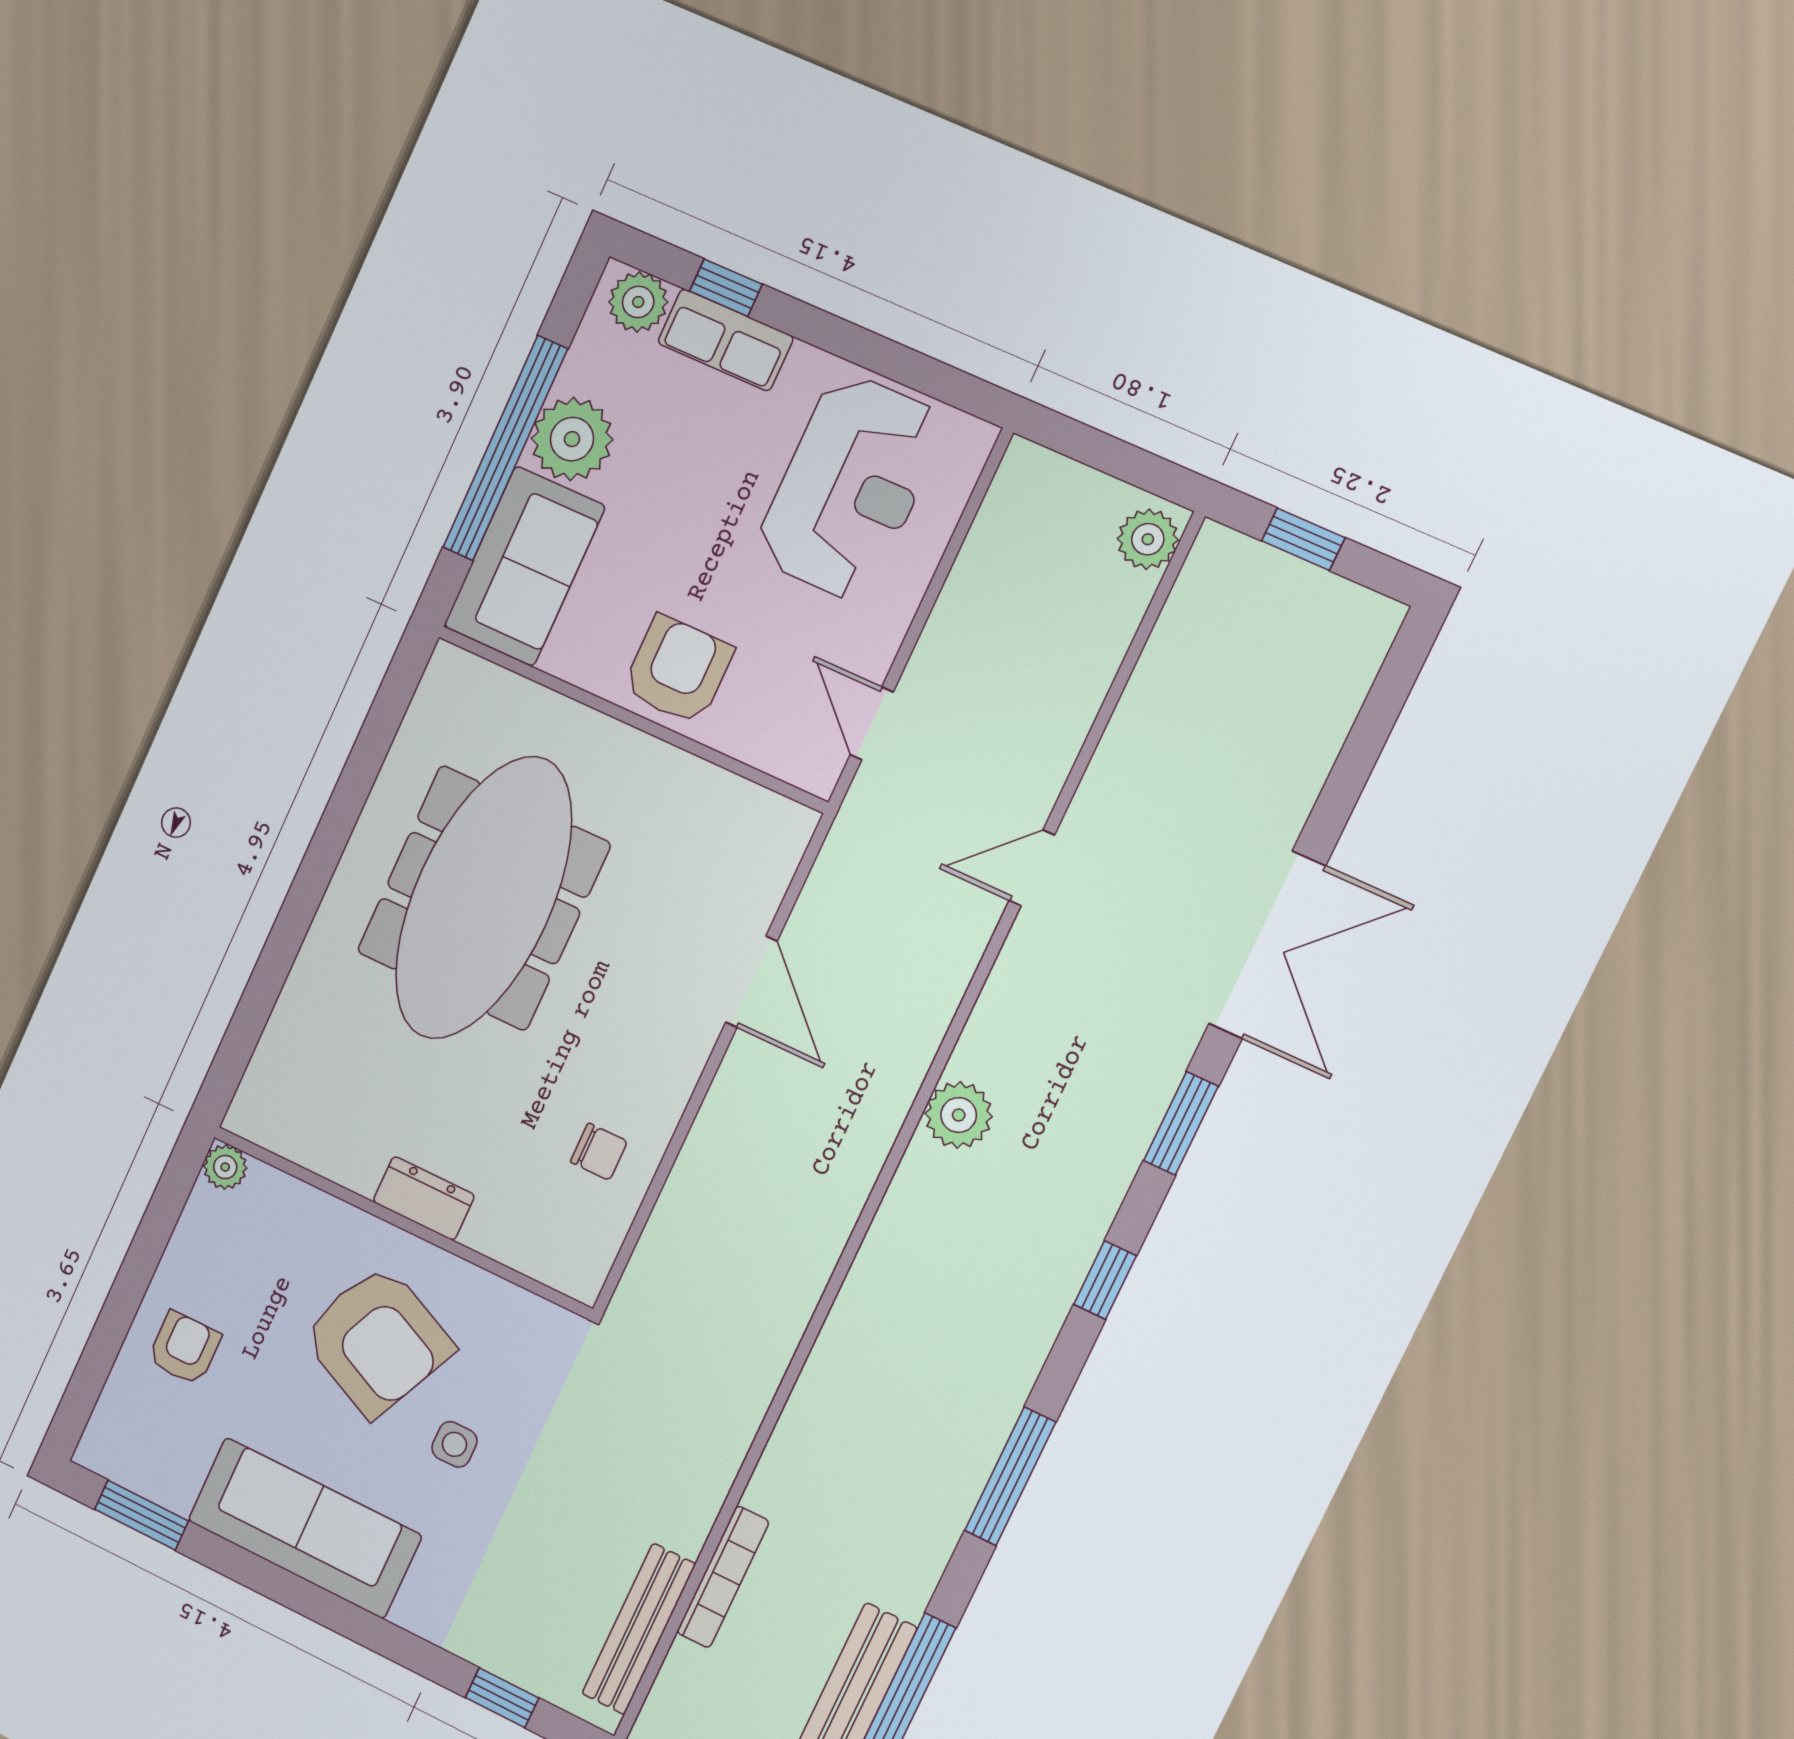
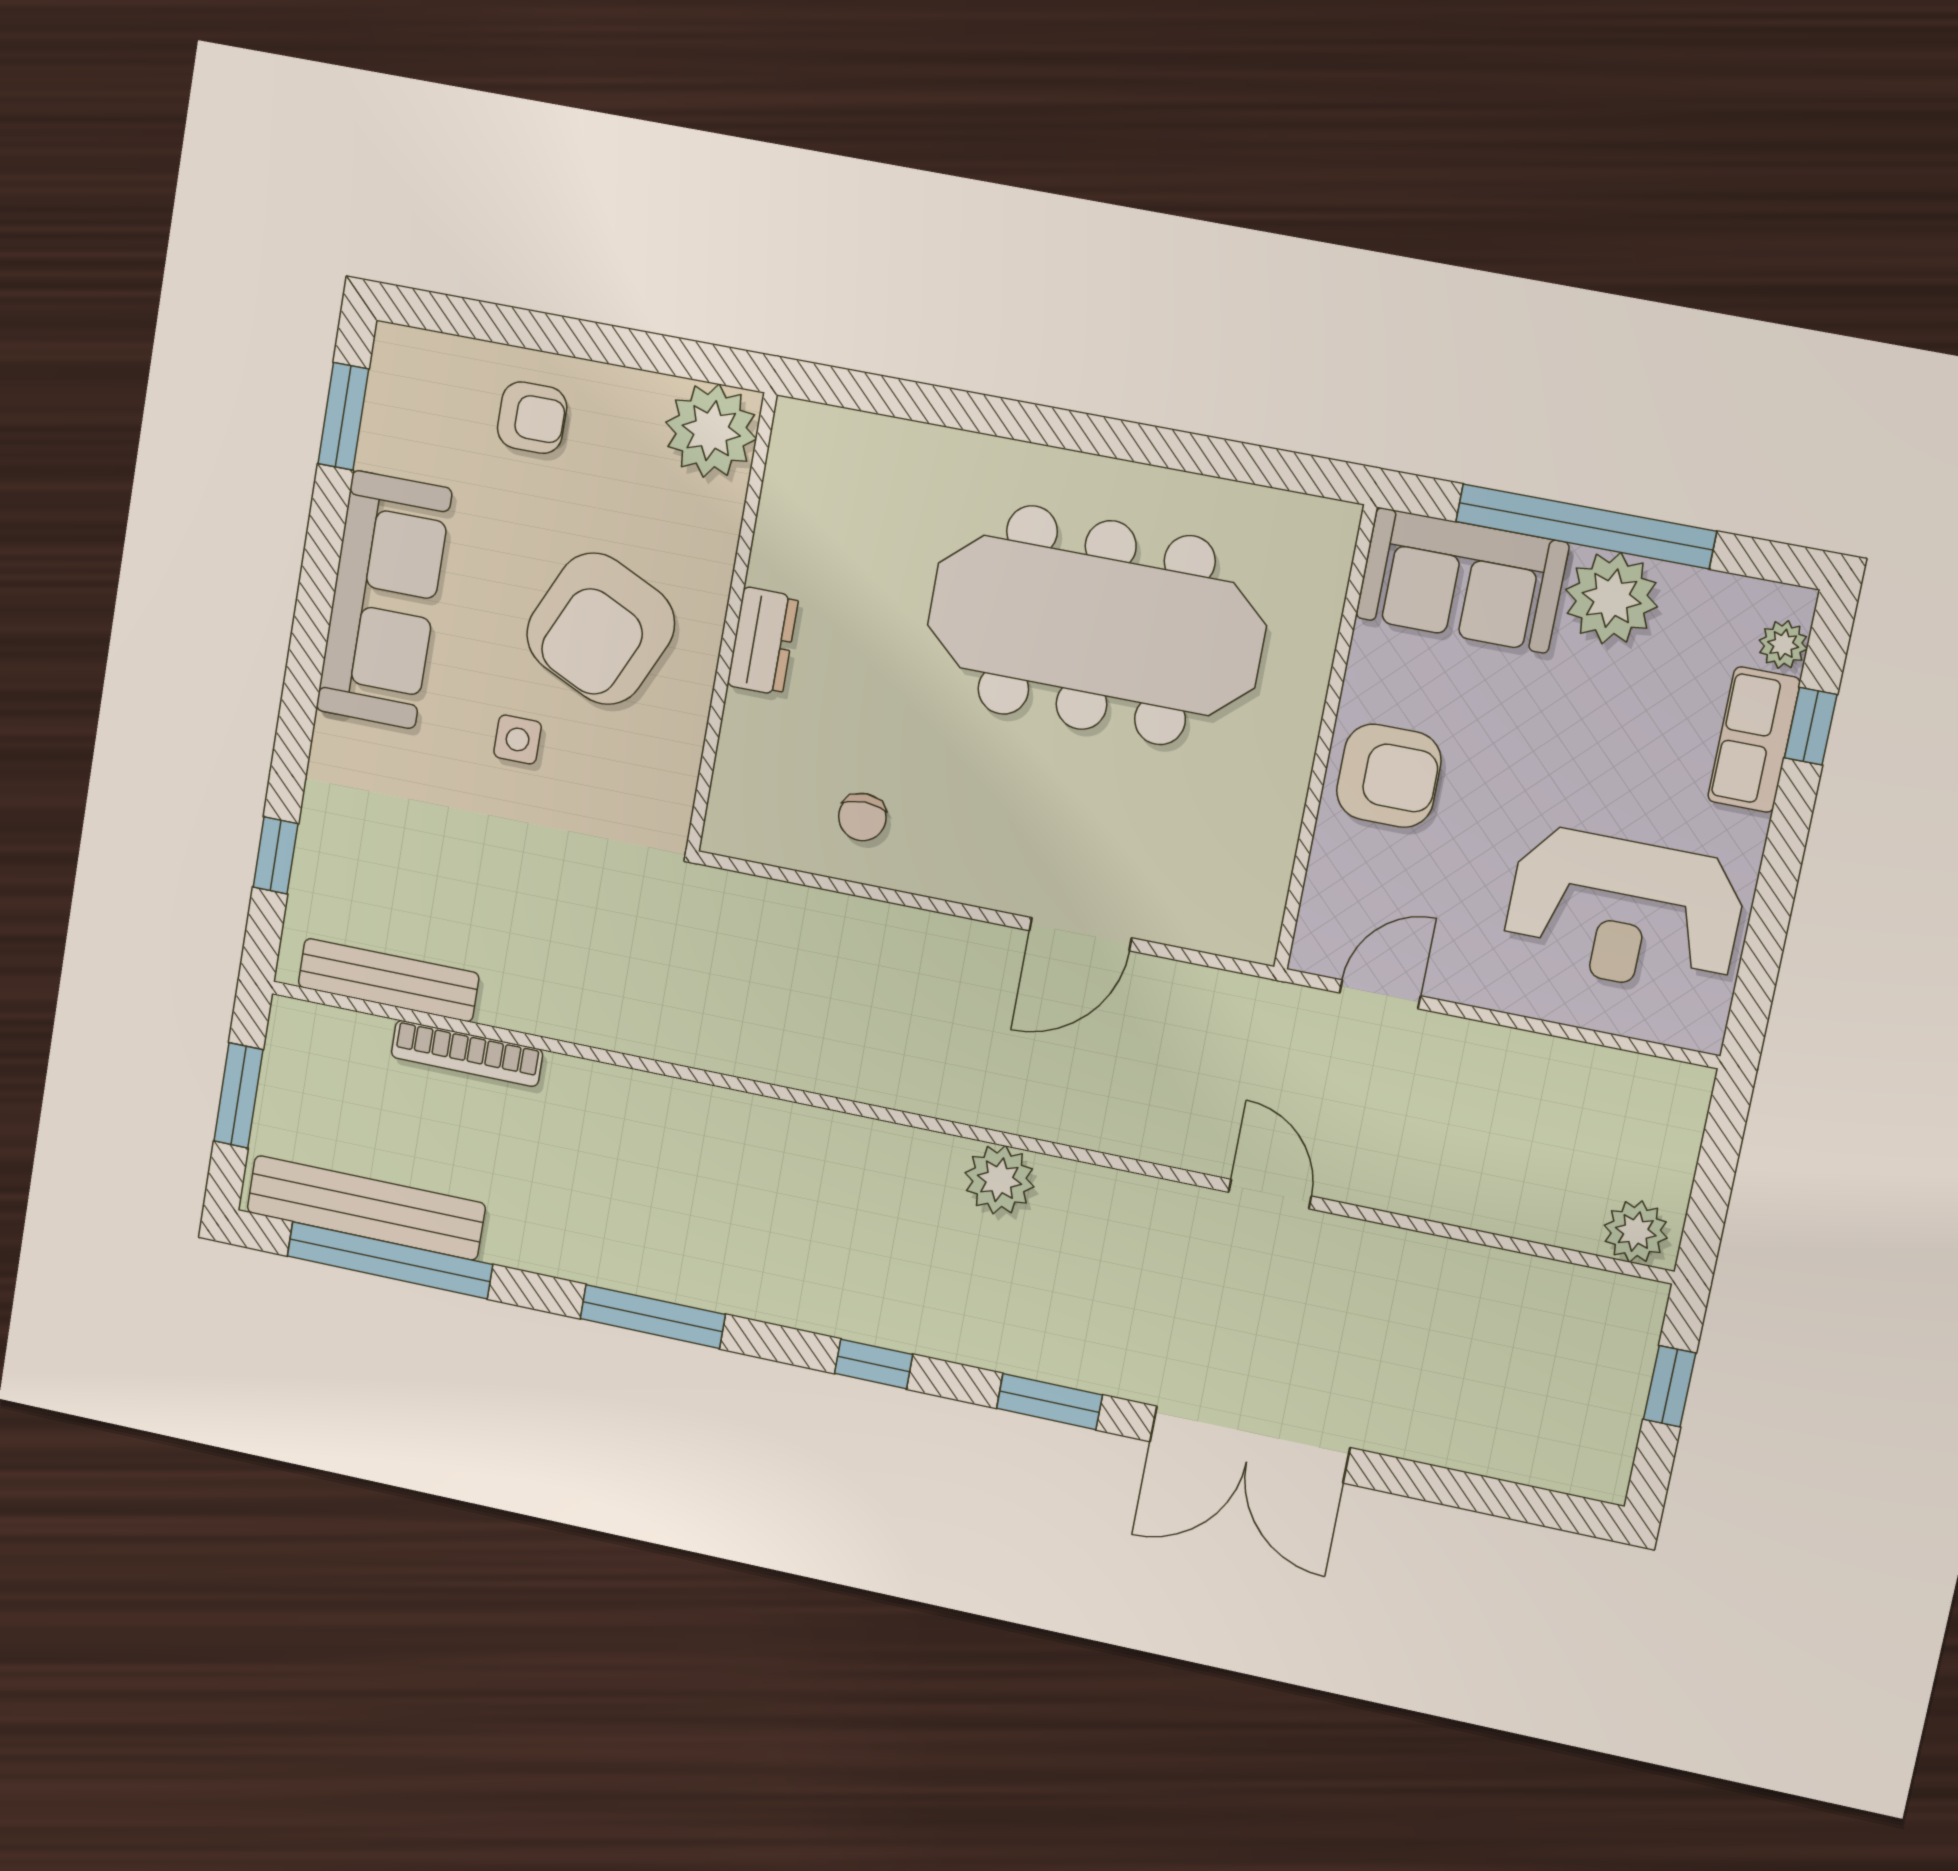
plant: (638, 302) -> (1783, 645), width x0.73, depth x0.73
plant: (225, 1167) -> (711, 431), width x1.87, depth x1.87

